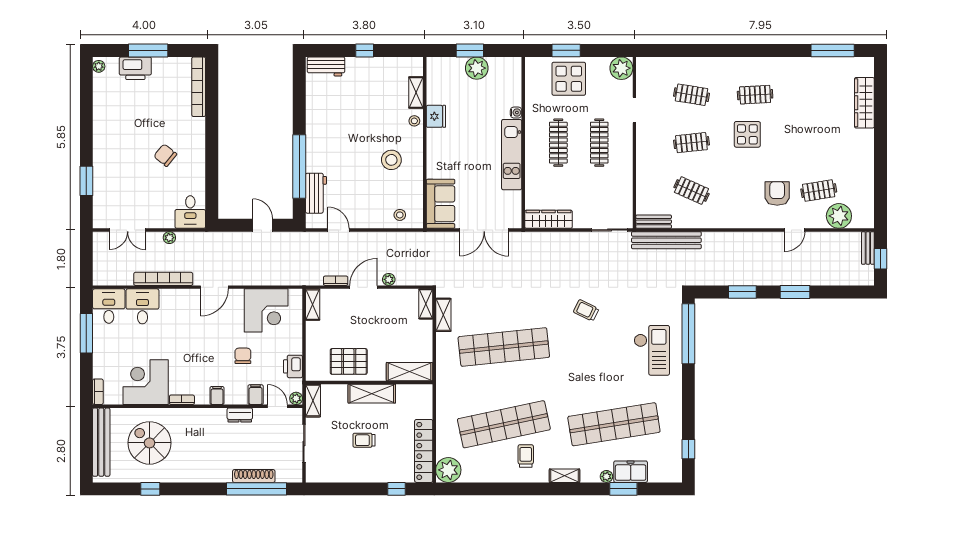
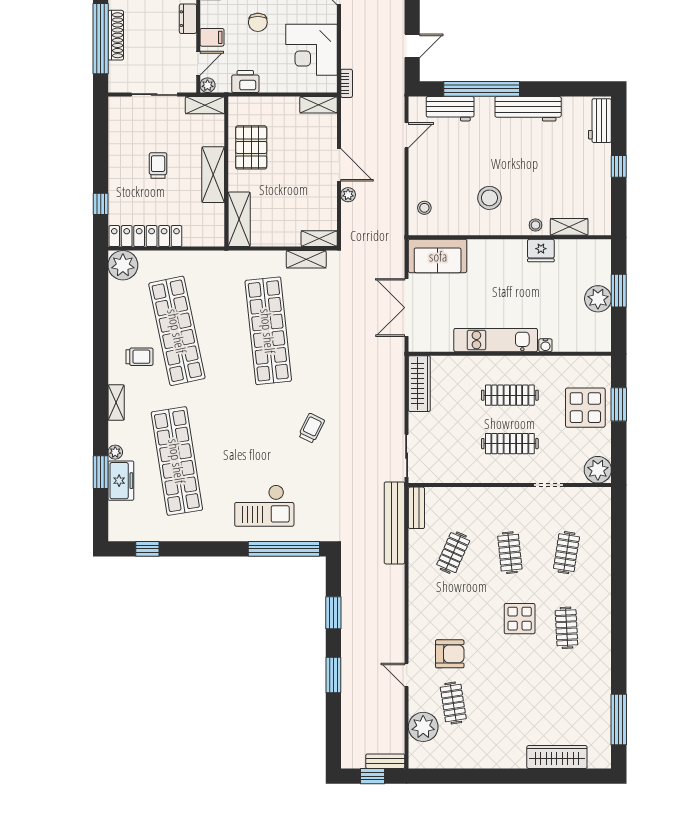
workbench: (316, 127) -> (528, 109), added
bookcase: (336, 281) -> (347, 83), moved
chair: (243, 356) -> (258, 22), turned 90

